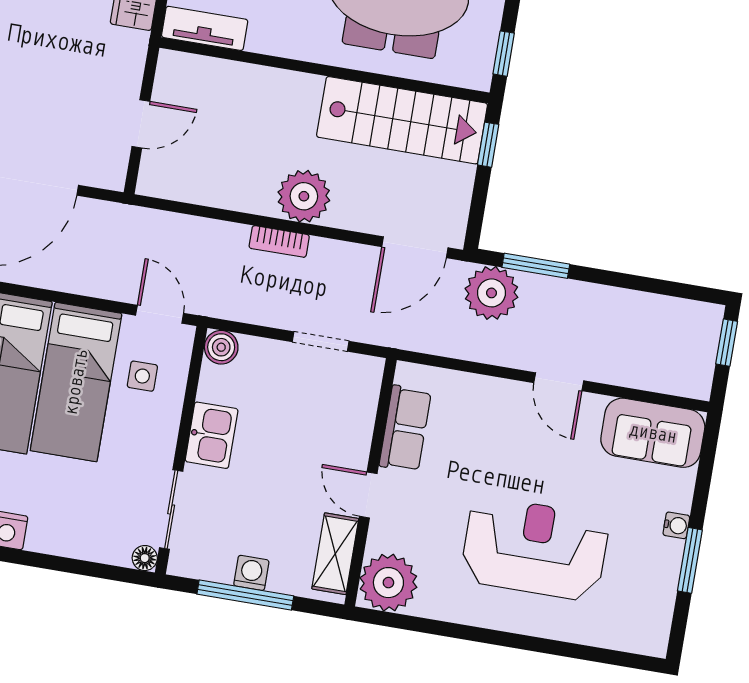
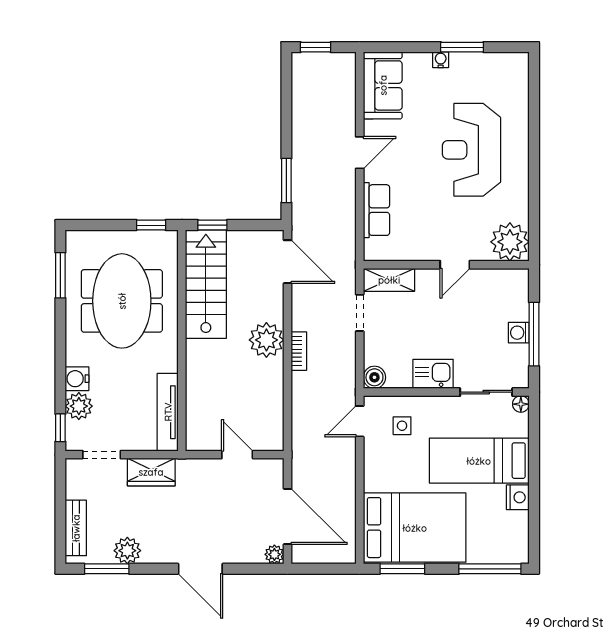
tv unit: (205, 28) -> (168, 412), width x1.41
plant: (491, 293) -> (309, 206), removed
bed: (76, 382) -> (479, 461), moved, turned 180
row of seats: (405, 429) -> (376, 210), moved, turned 90
shelving: (335, 554) -> (389, 280), moved

